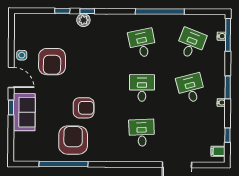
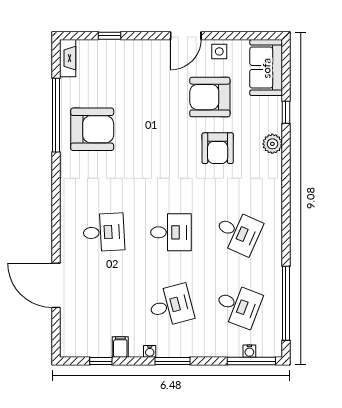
window: (87, 11) -> (286, 150), removed
window: (160, 11) -> (286, 303), moved
desk: (142, 43) -> (238, 232), turned 36
window: (11, 108) -> (110, 36), moved
armchair: (84, 108) -> (218, 148), moved
sofa: (24, 112) -> (266, 68), moved, turned 90
filing cabinet: (218, 151) -> (120, 347), moved
fireplace: (26, 156) -> (68, 58), added

